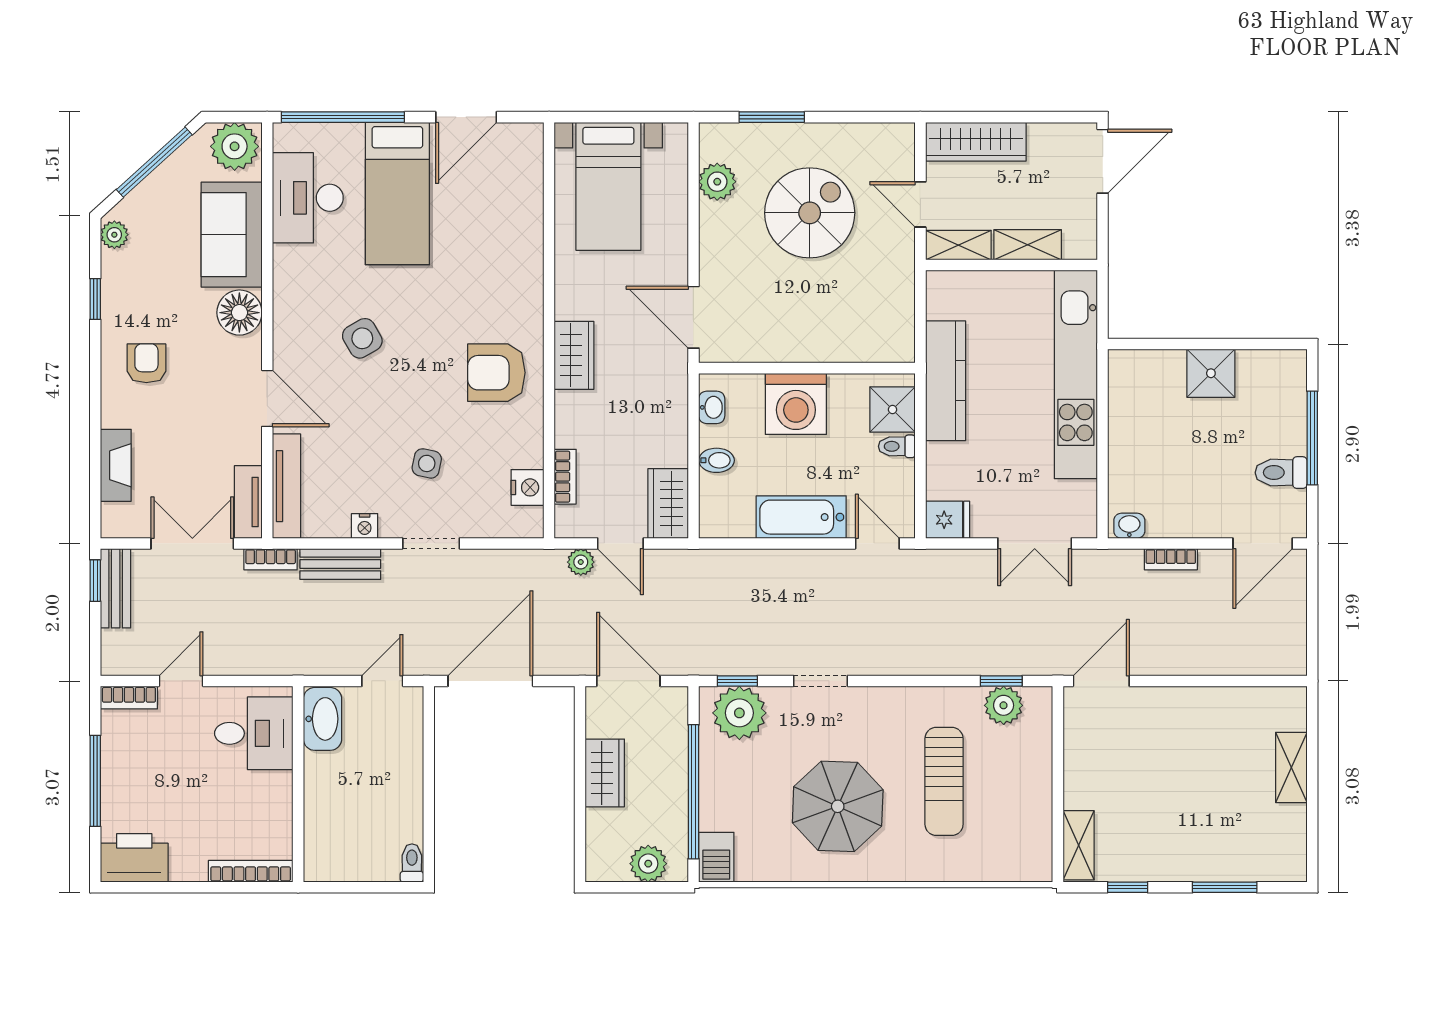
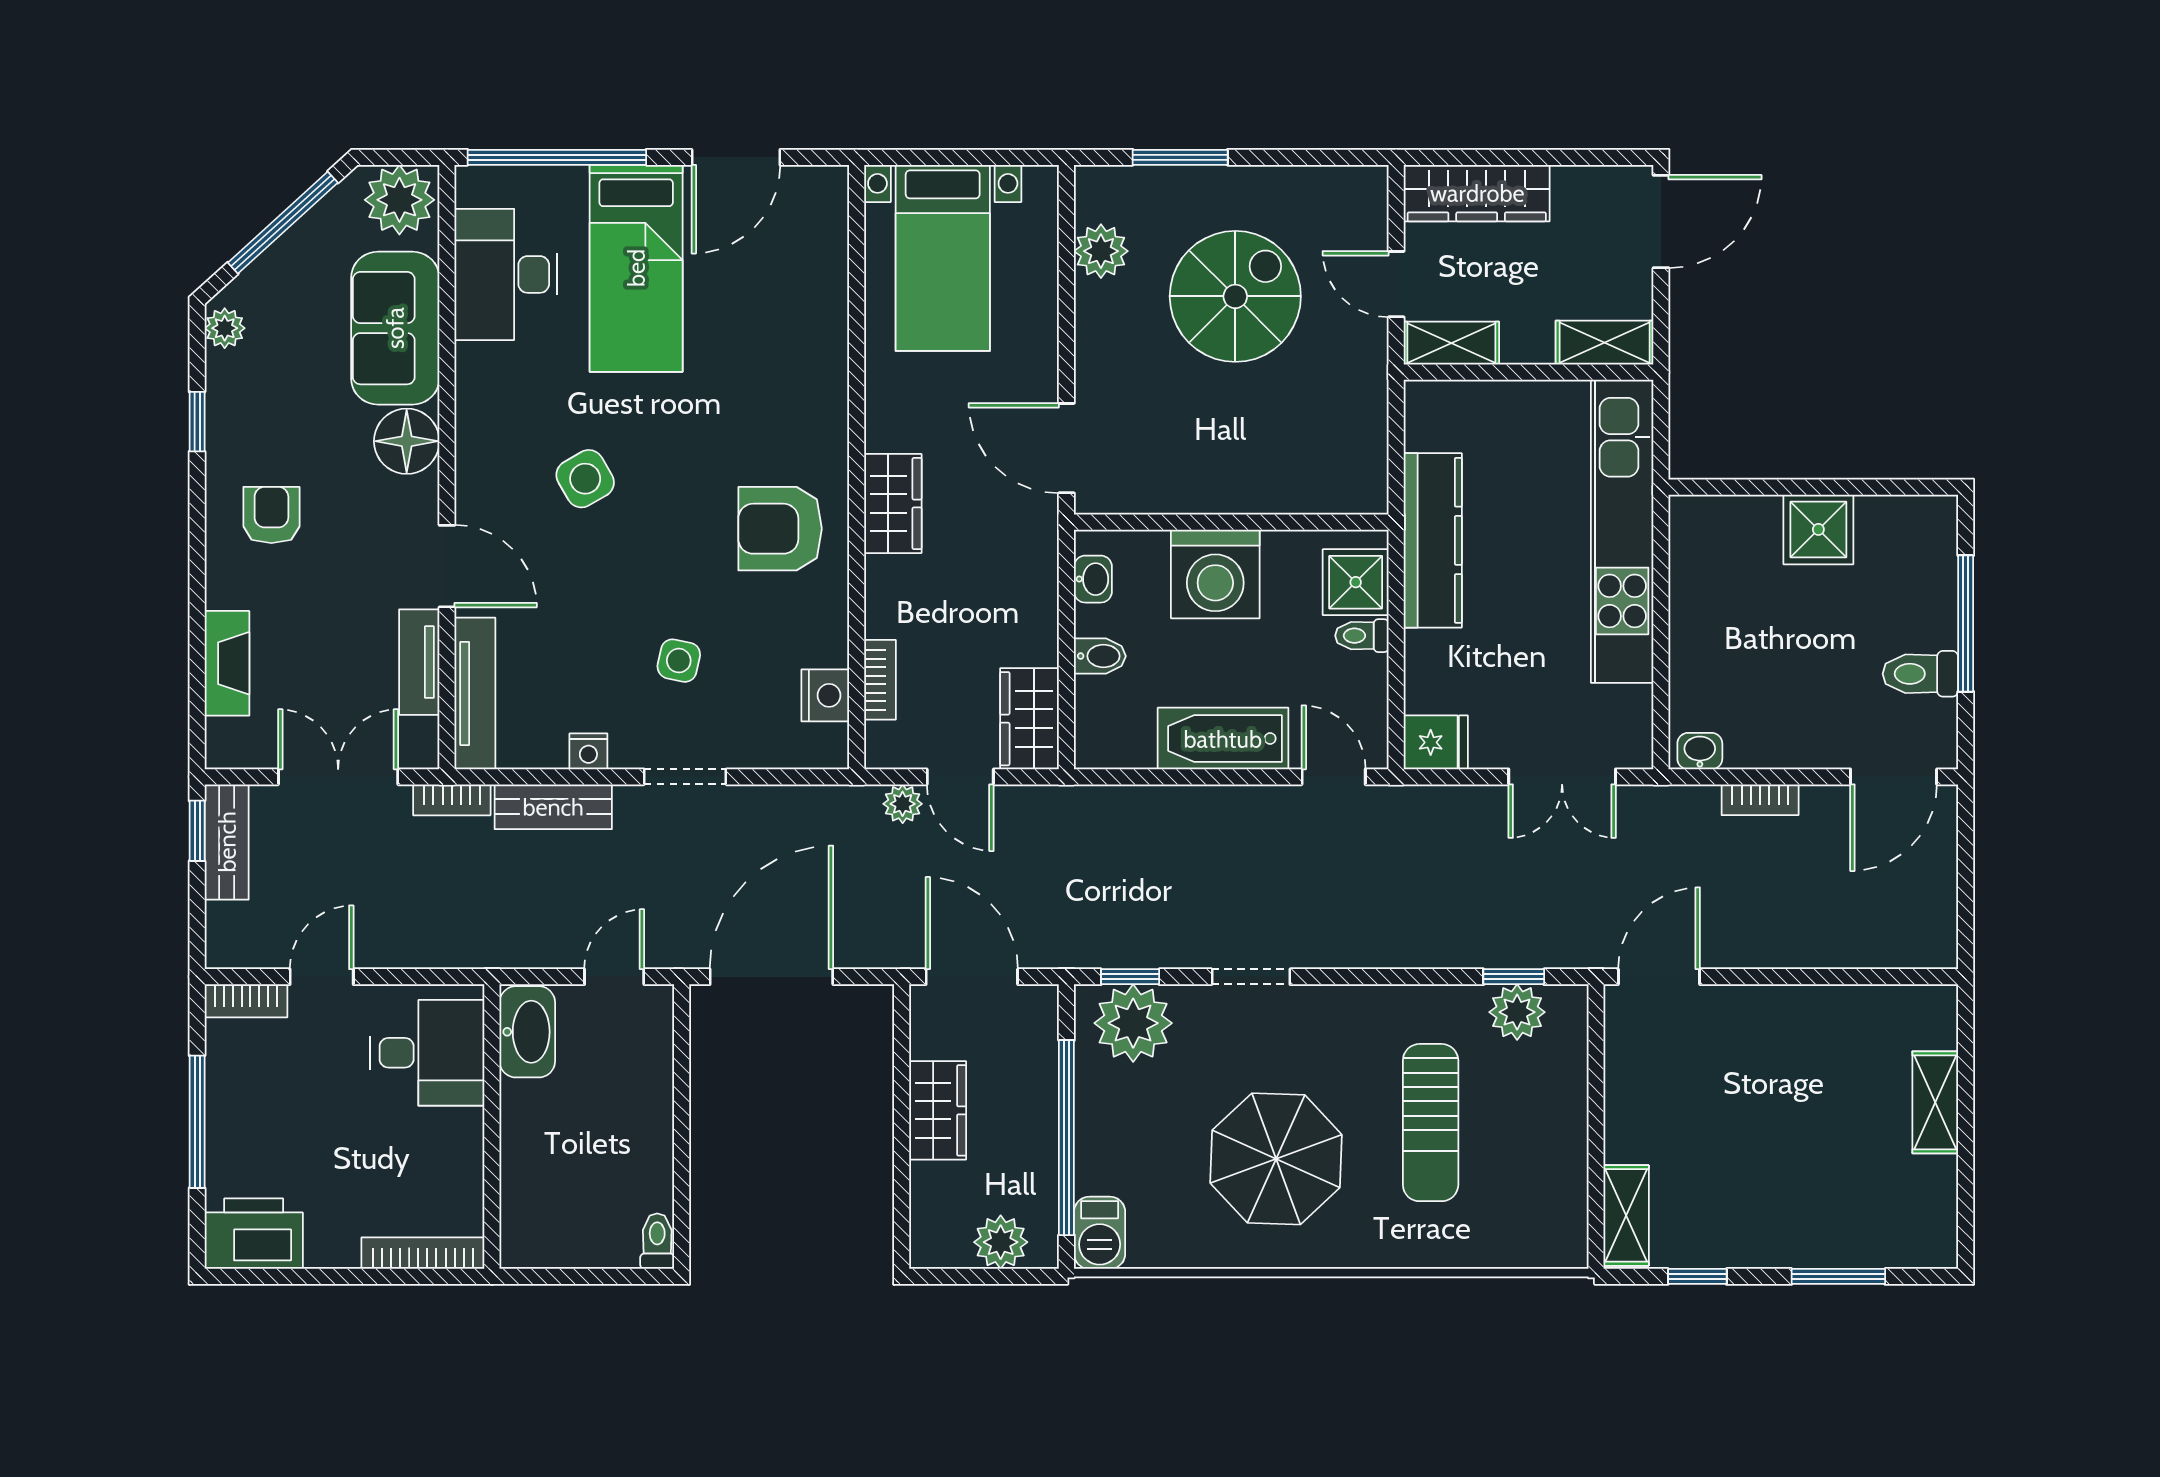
shelving: (1028, 245) -> (1605, 343), moved
tv unit: (248, 502) -> (419, 662), moved

